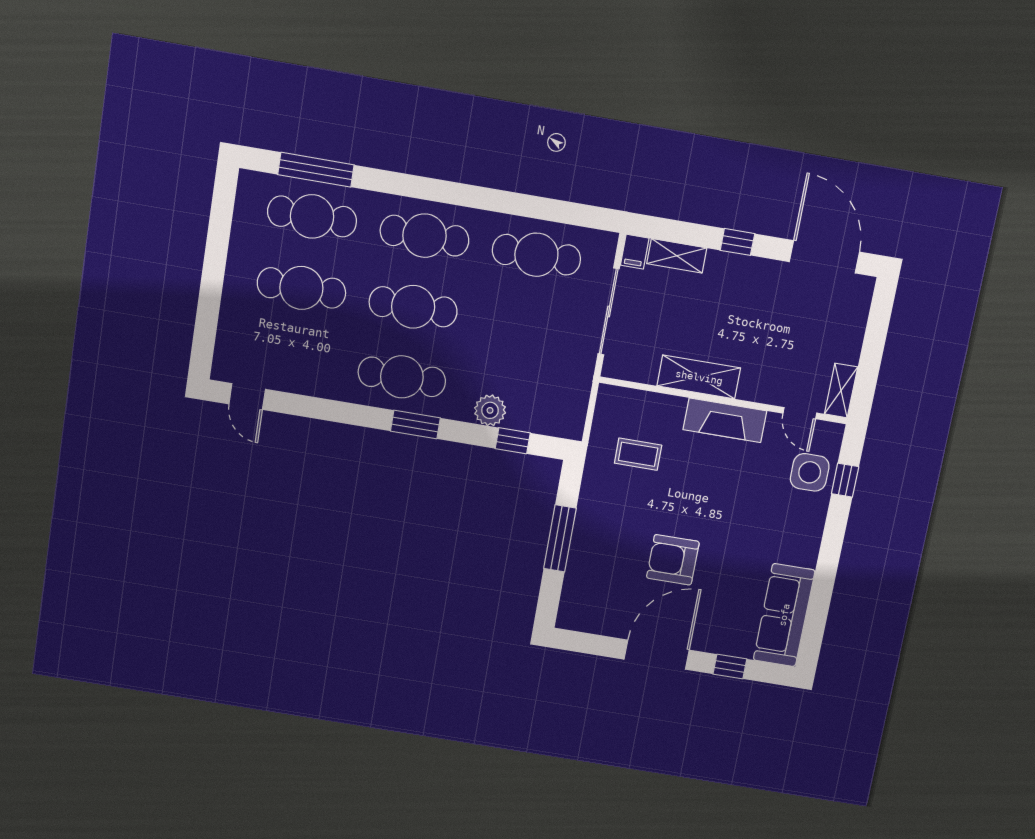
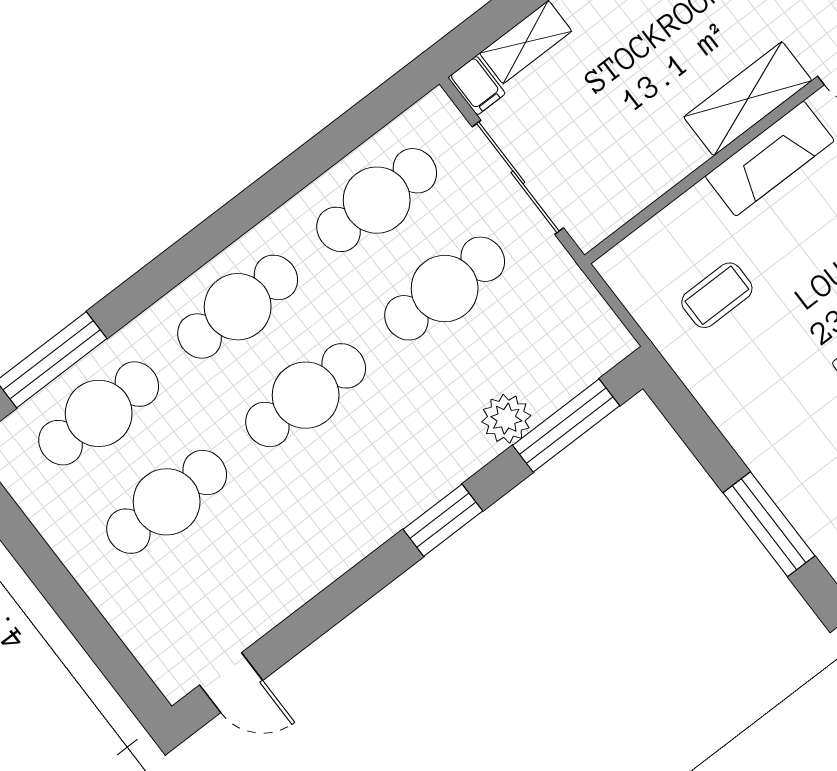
cafe table: (402, 377) -> (445, 289), moved
shelving: (699, 377) -> (748, 99), moved
window: (513, 441) -> (566, 426), width x2.17
window: (560, 538) -> (769, 524), moved

